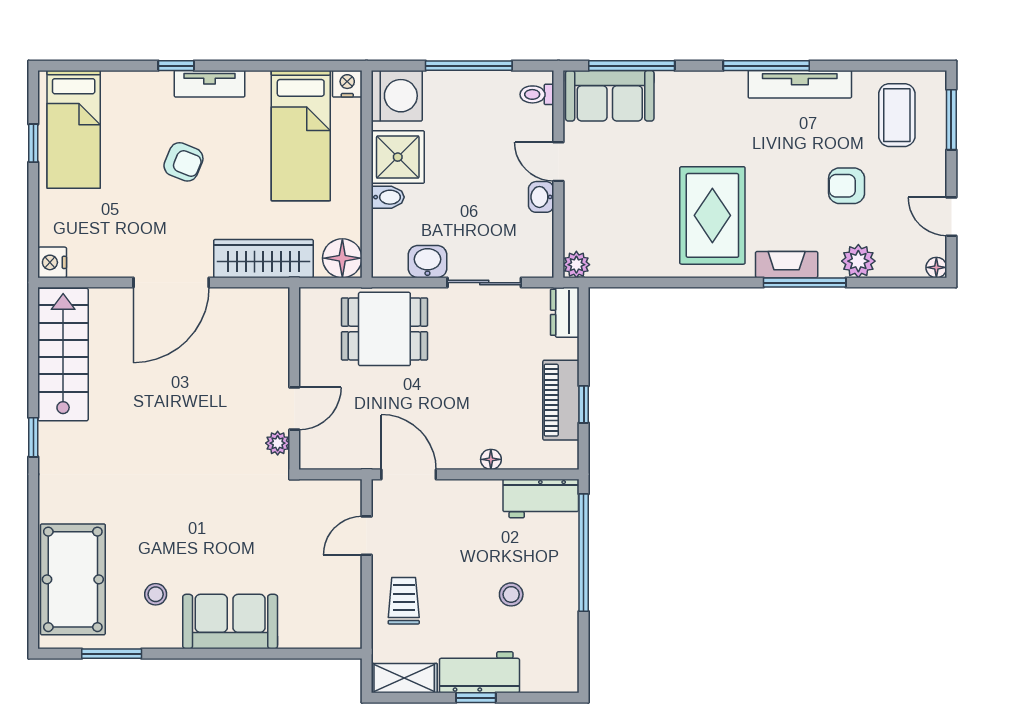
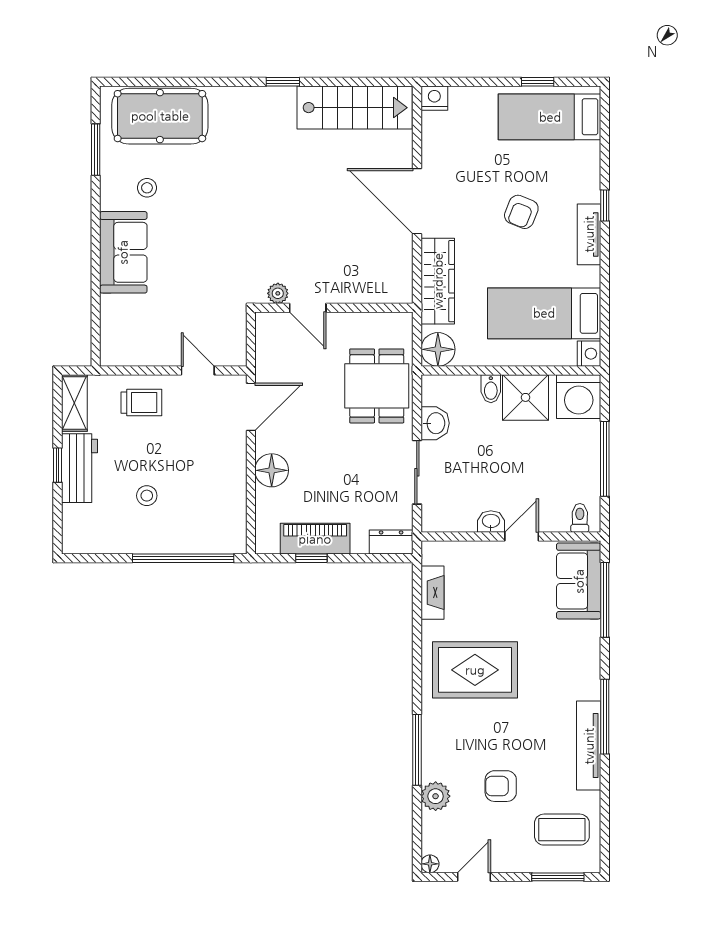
armchair: (847, 186) -> (501, 786), turned -90
plant: (576, 265) -> (433, 552), removed
fireplace: (787, 265) -> (432, 593), moved
floor lamp: (491, 459) -> (272, 470), width x1.89, depth x1.89
workbench: (541, 498) -> (230, 521), removed

